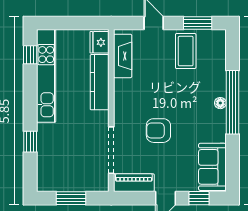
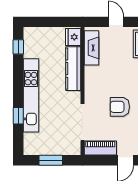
kitchen unit: (46, 76) -> (31, 95), moved

